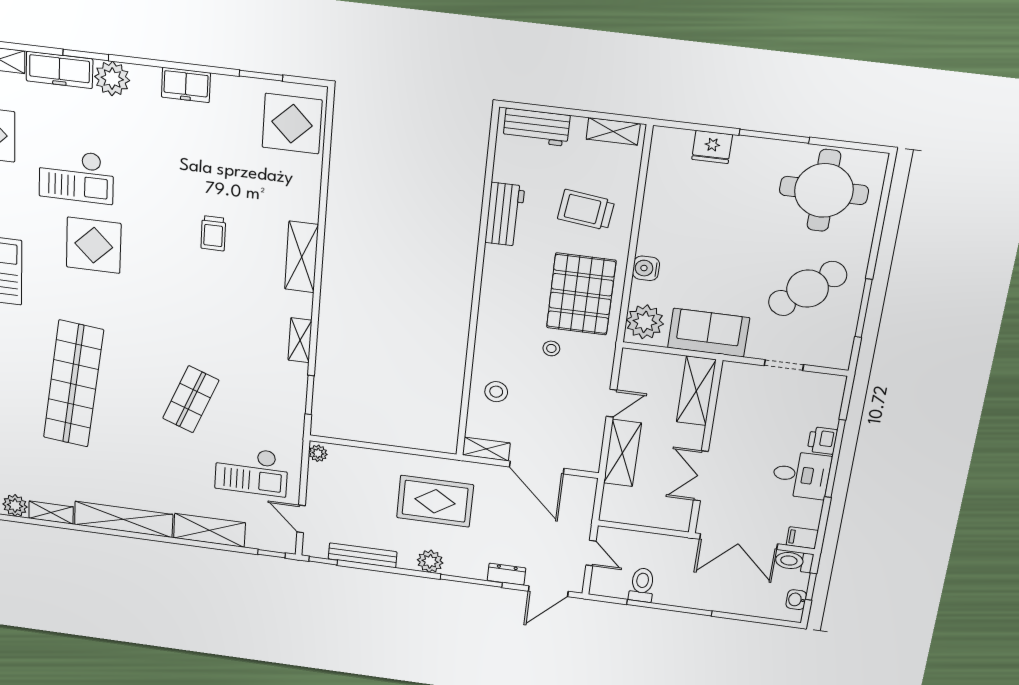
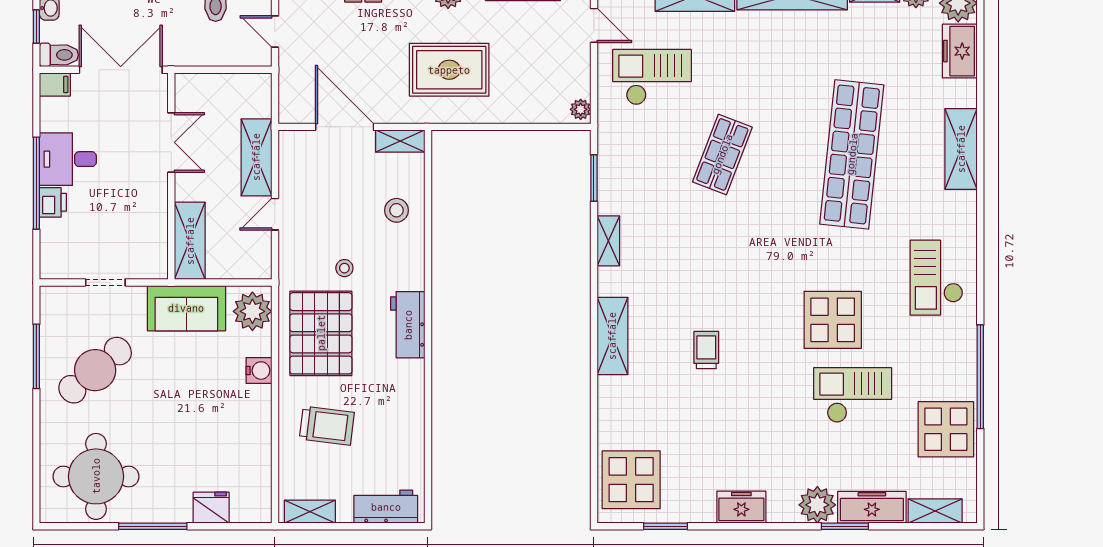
workbench: (505, 214) -> (408, 325), moved

